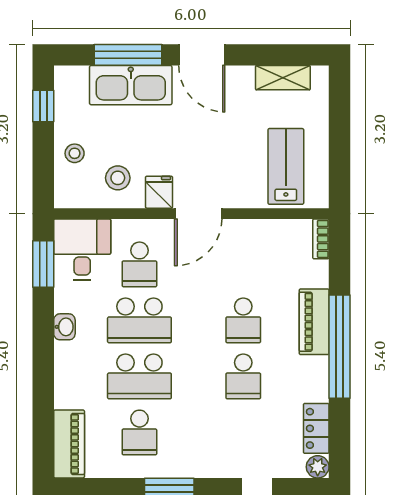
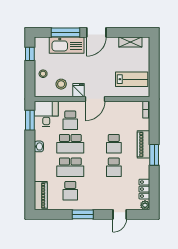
door: (202, 55) -> (96, 32), hinge flipped
lab bench: (286, 166) -> (132, 79), turned 90
window: (339, 347) -> (154, 155), width x0.47

